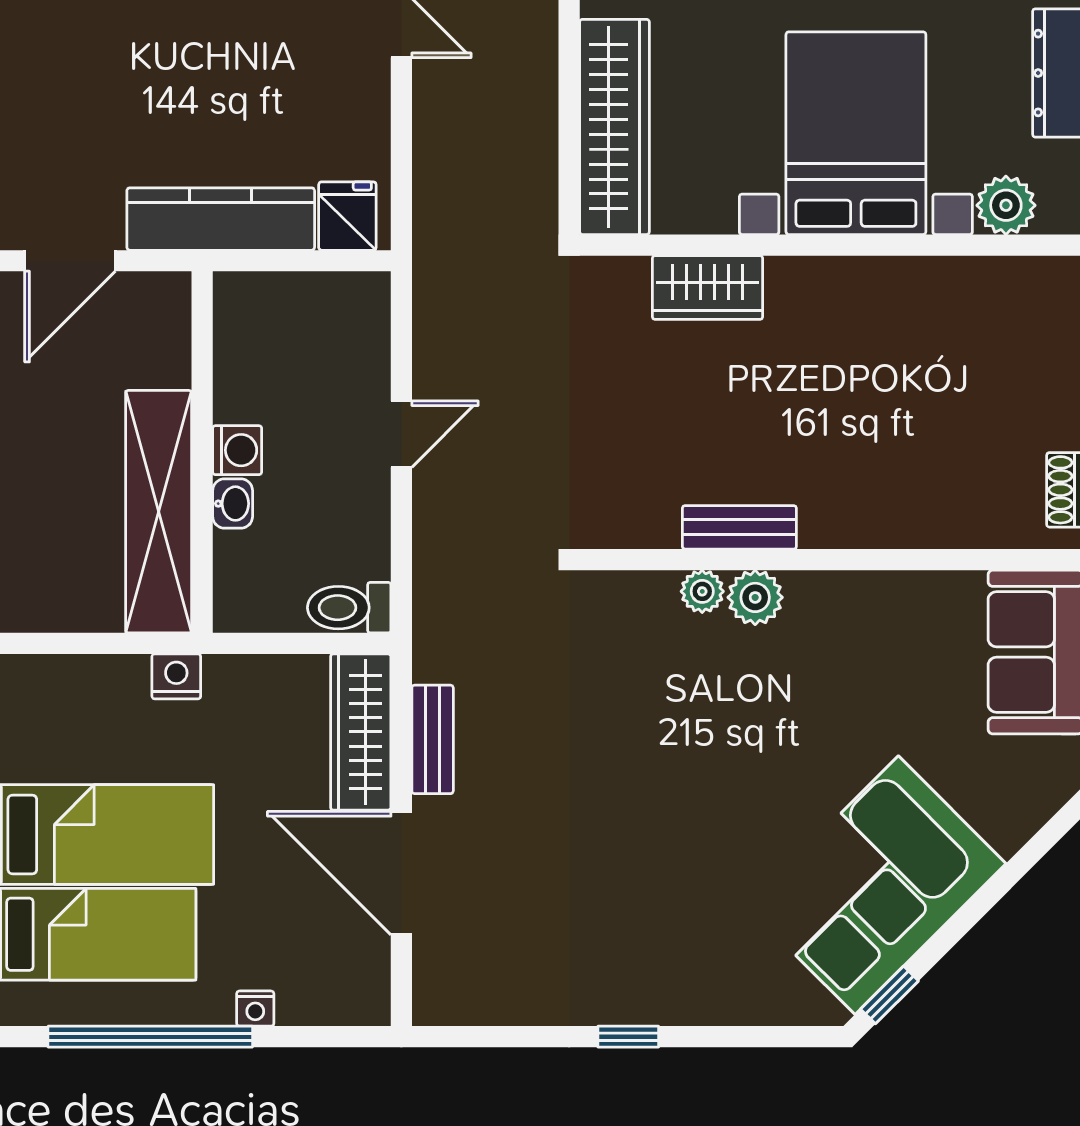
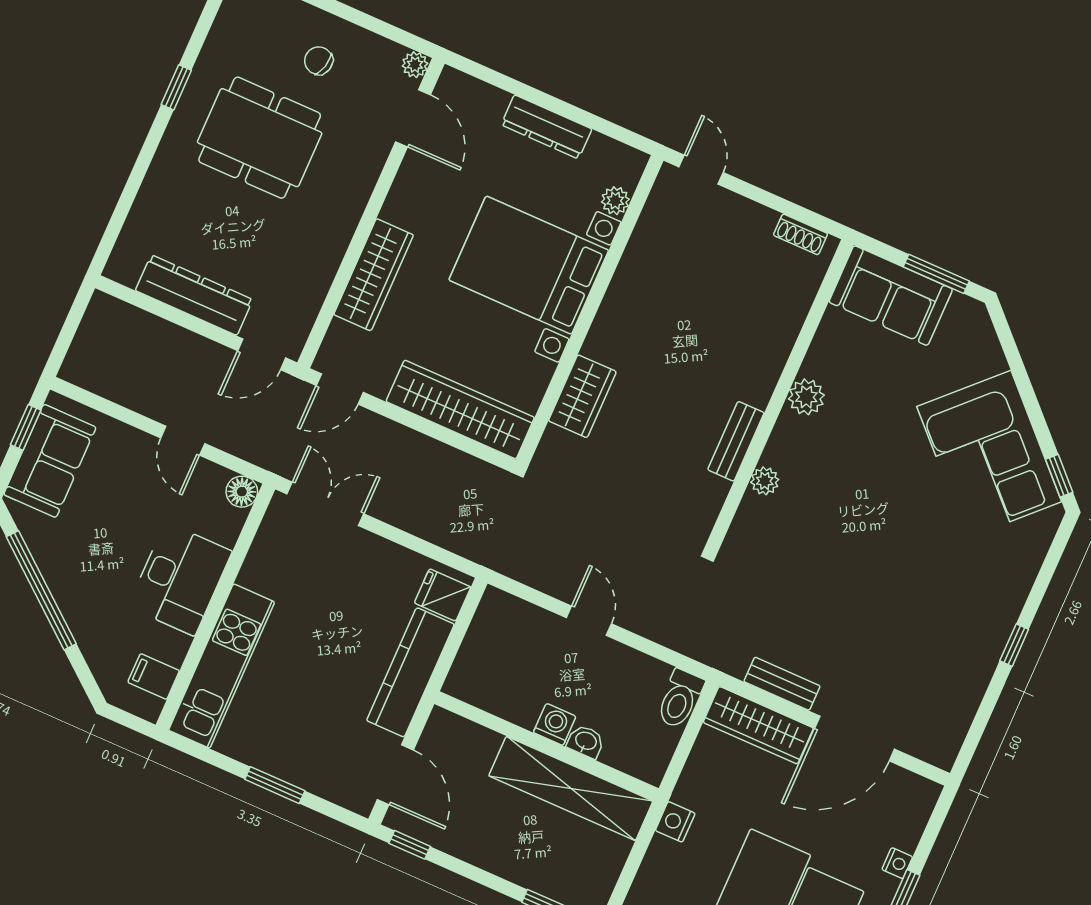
plant: (1006, 205) -> (615, 201), width x0.73, depth x0.73
plant: (755, 597) -> (806, 397), moved

